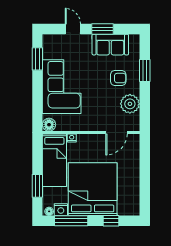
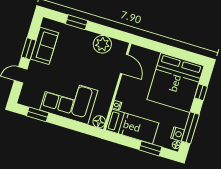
armchair: (118, 78) -> (76, 48), removed
bed: (93, 189) -> (175, 83), moved, turned -90

